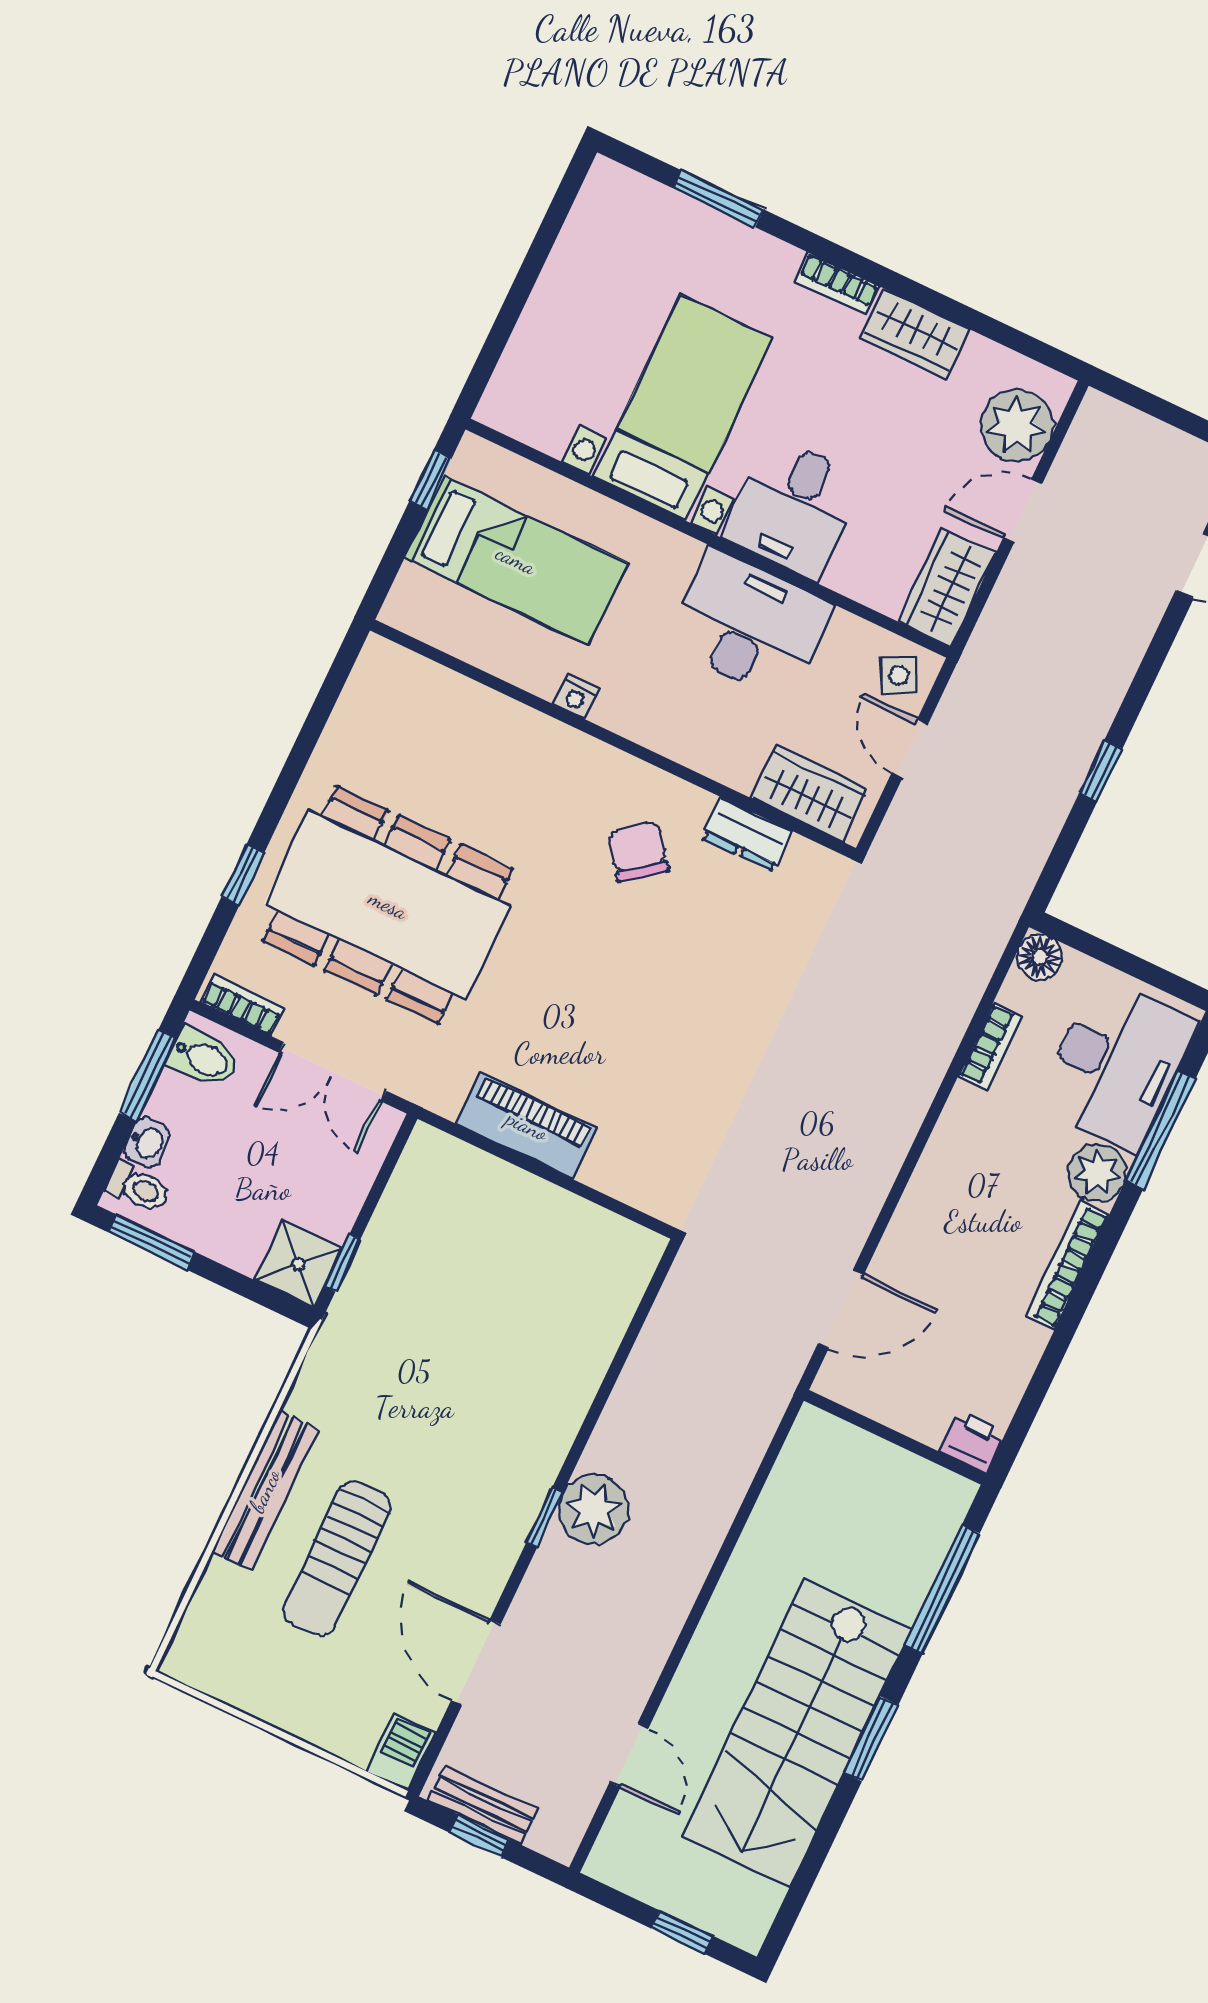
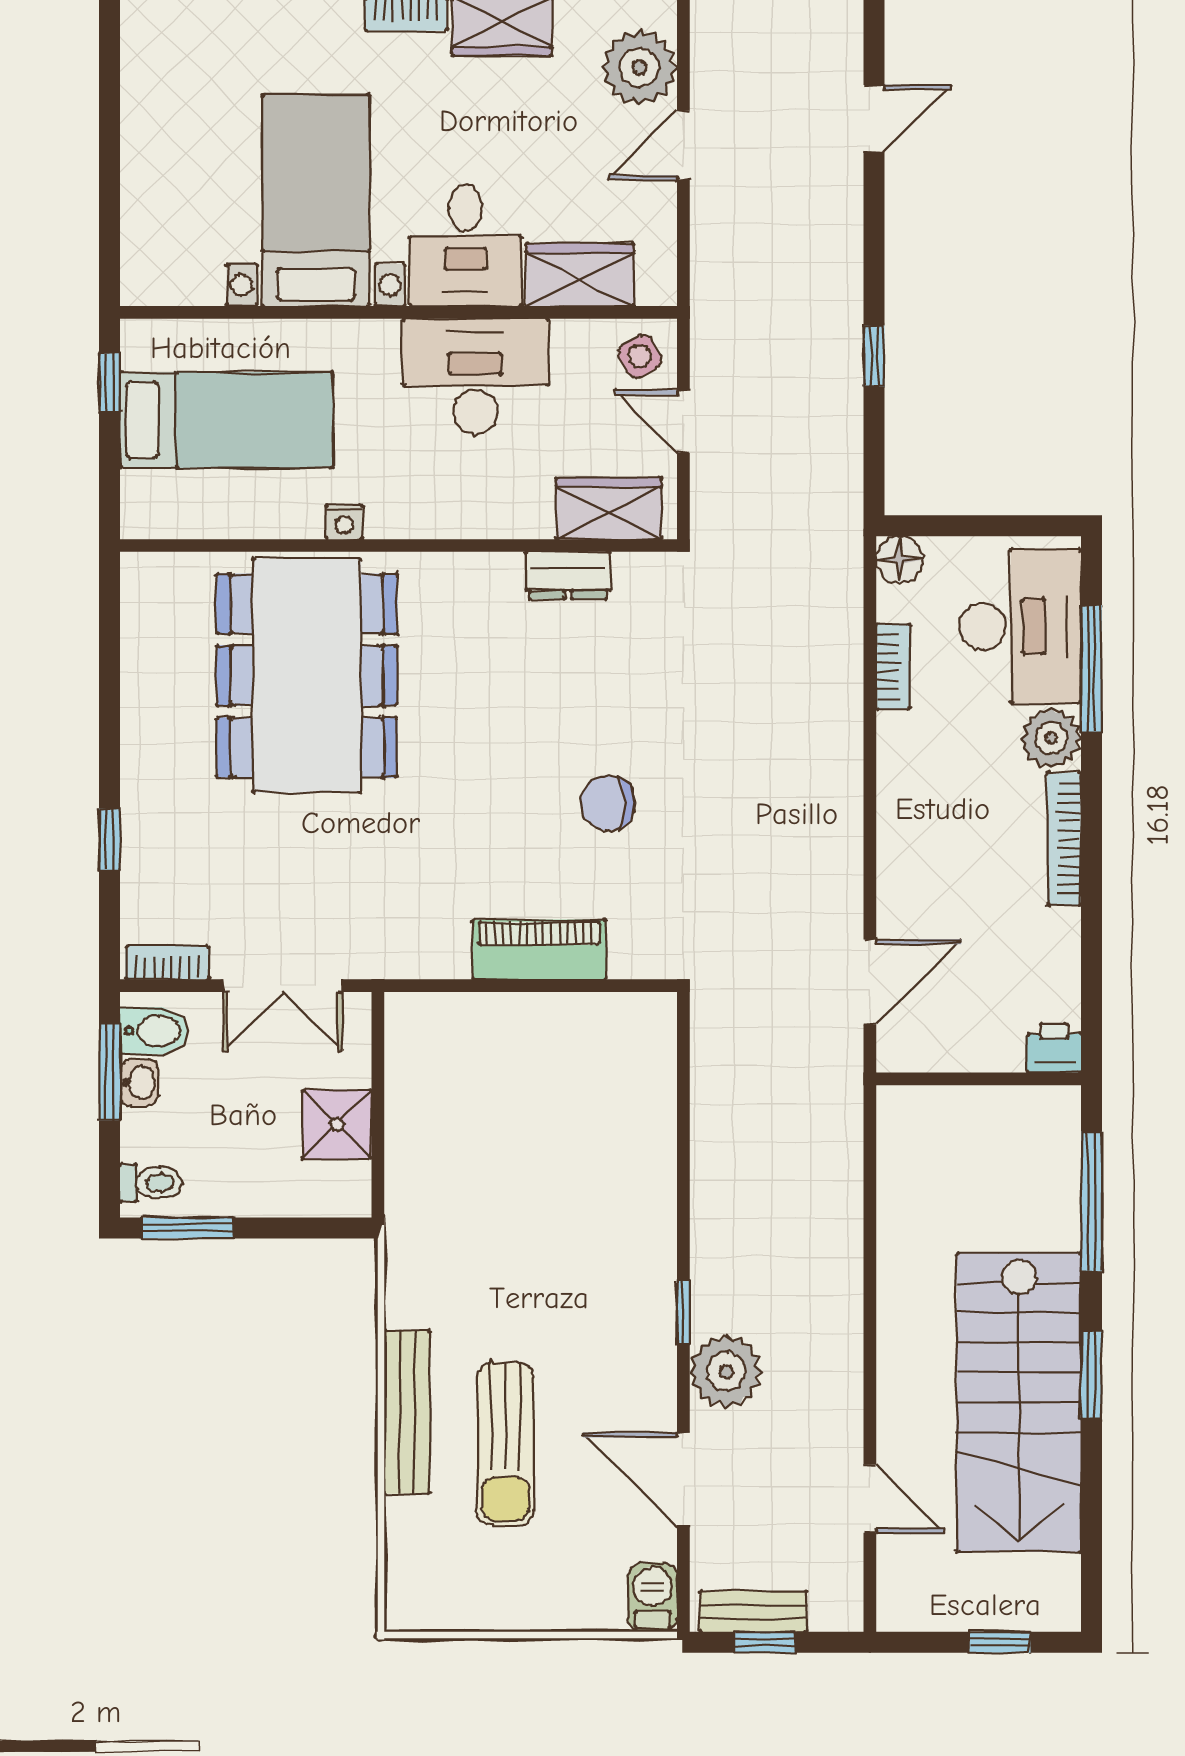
wardrobe: (947, 587) -> (580, 275), moved, turned 90
chair: (638, 851) -> (608, 803), moved, turned -52
dining table: (388, 905) -> (307, 676), moved, turned 90
piano: (527, 1126) -> (539, 949), moved
washbasin: (147, 1142) -> (139, 1083), moved
window: (342, 1263) -> (378, 1162), removed
shower: (298, 1264) -> (337, 1124), moved
plant: (594, 1509) -> (726, 1371), moved

